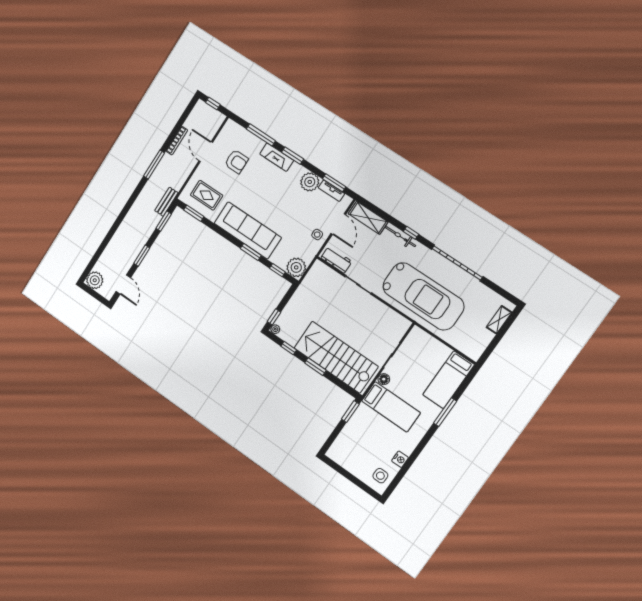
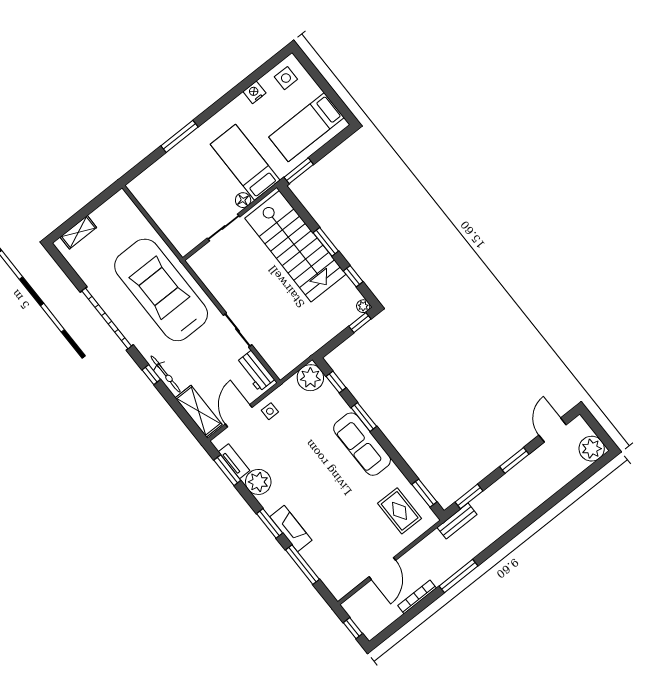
armchair: (236, 161) -> (346, 541), removed
sofa: (248, 230) -> (362, 444), width x0.74, depth x0.79
bed: (449, 380) -> (306, 127), moved, turned 180

